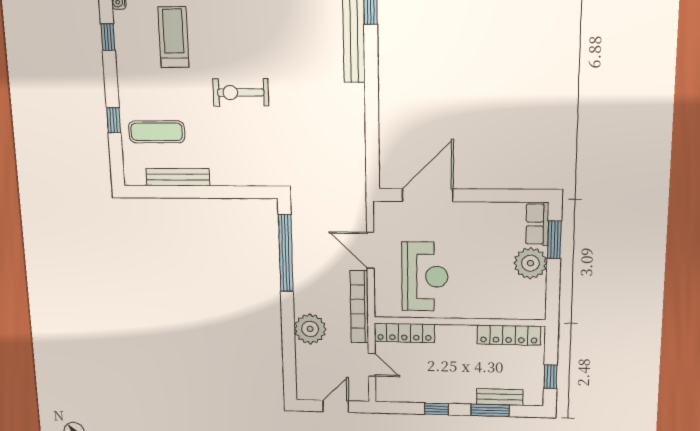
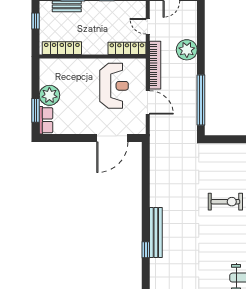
reception desk: (425, 277) -> (114, 86), turned 180

